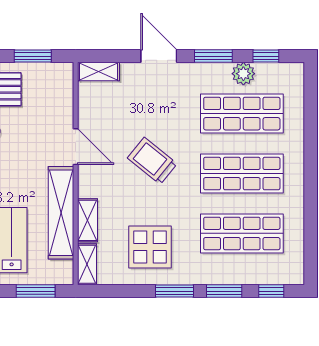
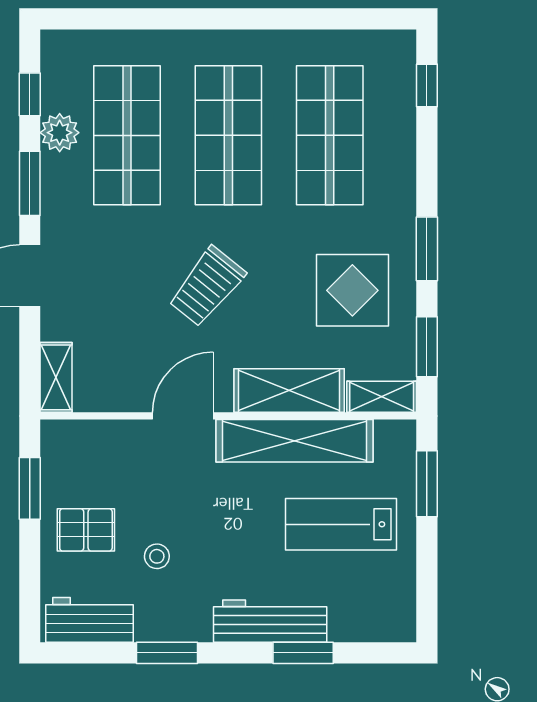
shelving: (87, 220) -> (289, 390), width x1.50, depth x1.33
window: (224, 291) -> (427, 347), moved

